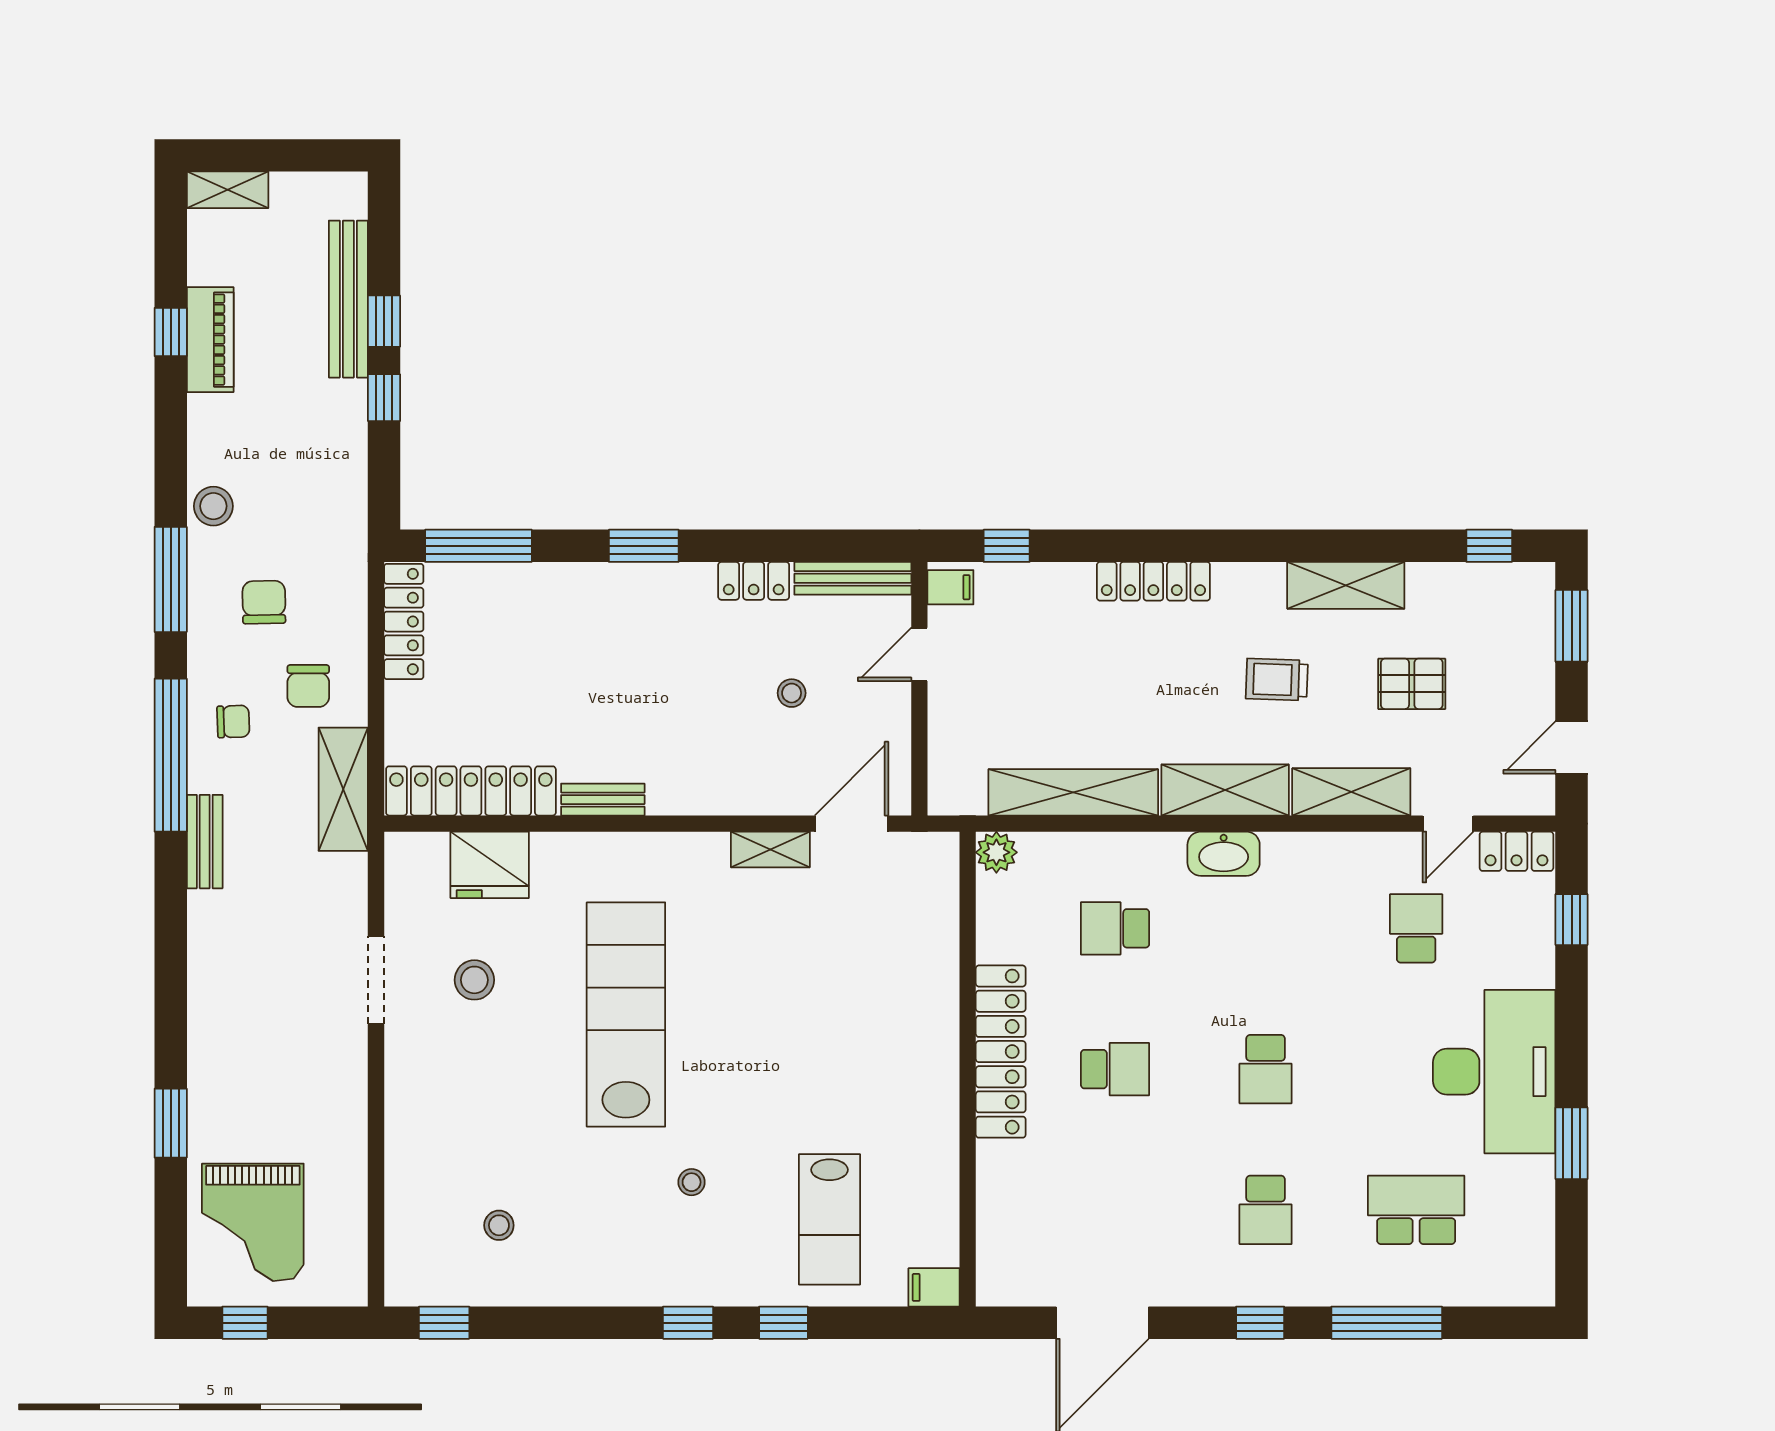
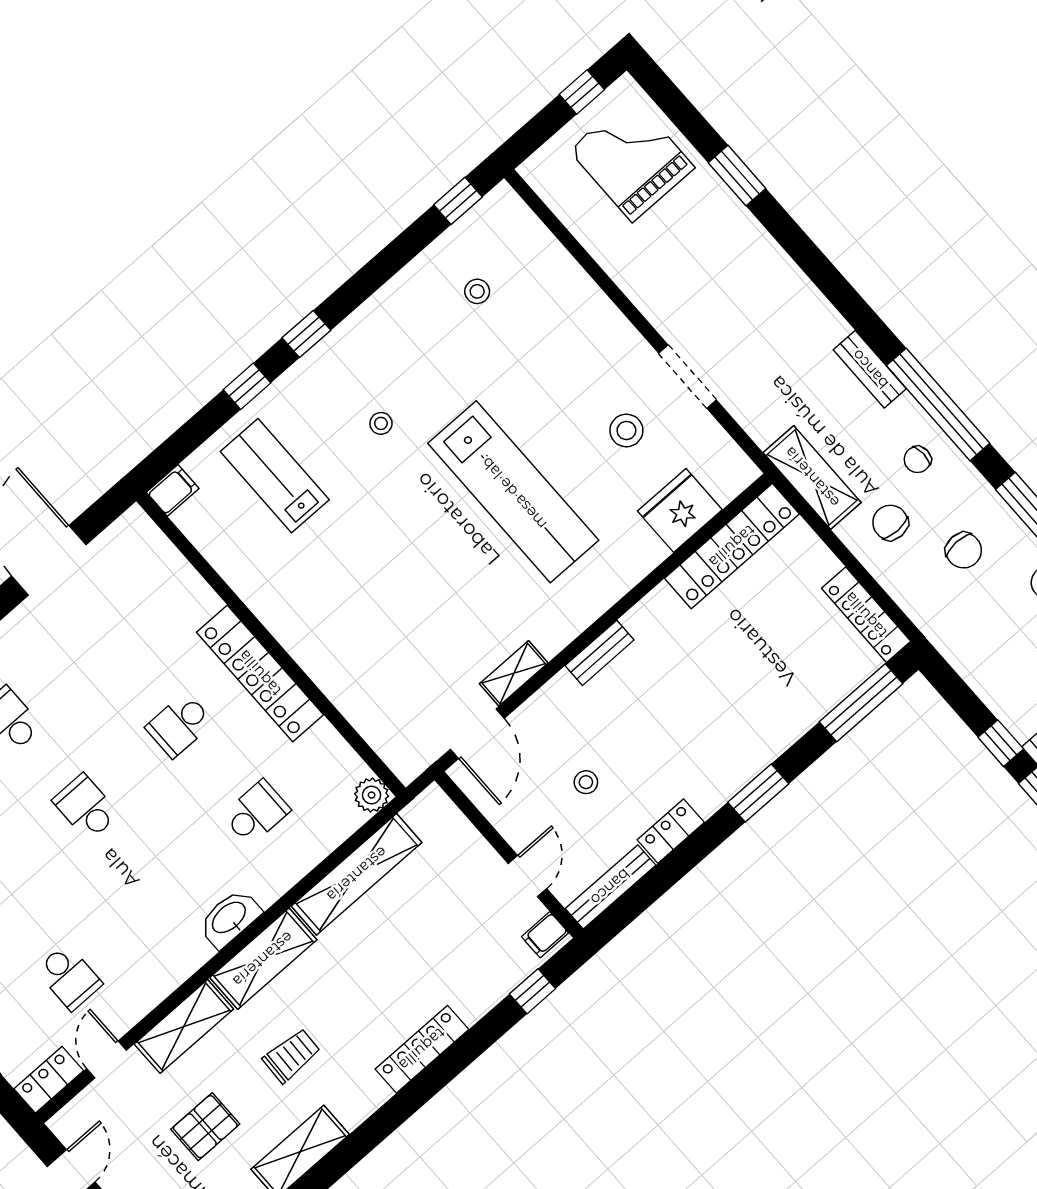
bench: (603, 800) -> (600, 653), moved

